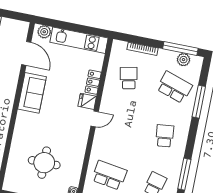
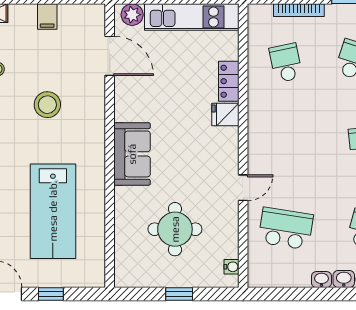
sofa: (32, 93) -> (132, 154), moved
door: (95, 119) -> (243, 188), moved

